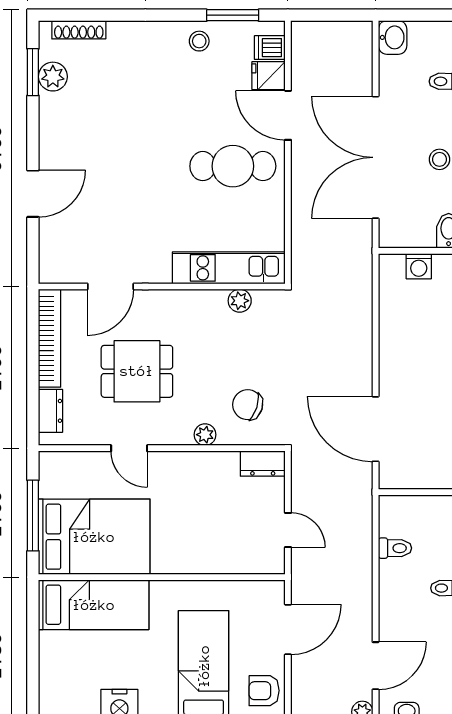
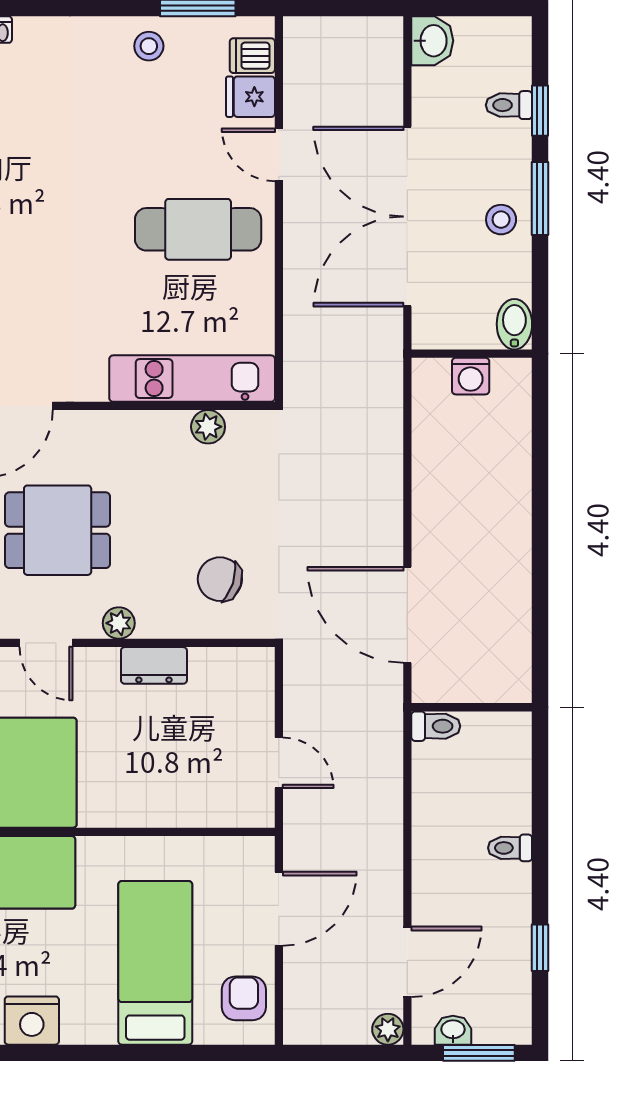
door: (288, 115) -> (279, 155), width x0.73
plant: (205, 435) -> (119, 623), moved
dresser: (263, 464) -> (154, 665), moved
toilet: (395, 548) -> (436, 726), moved
armchair: (264, 691) -> (244, 998), turned 90

